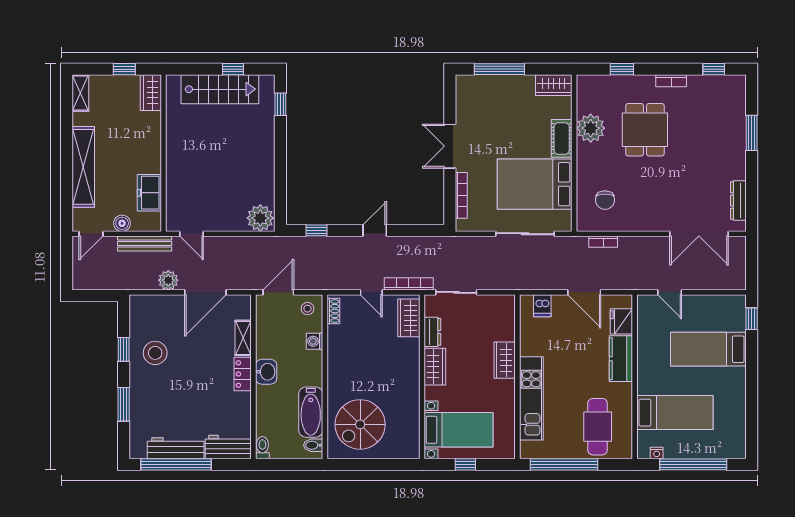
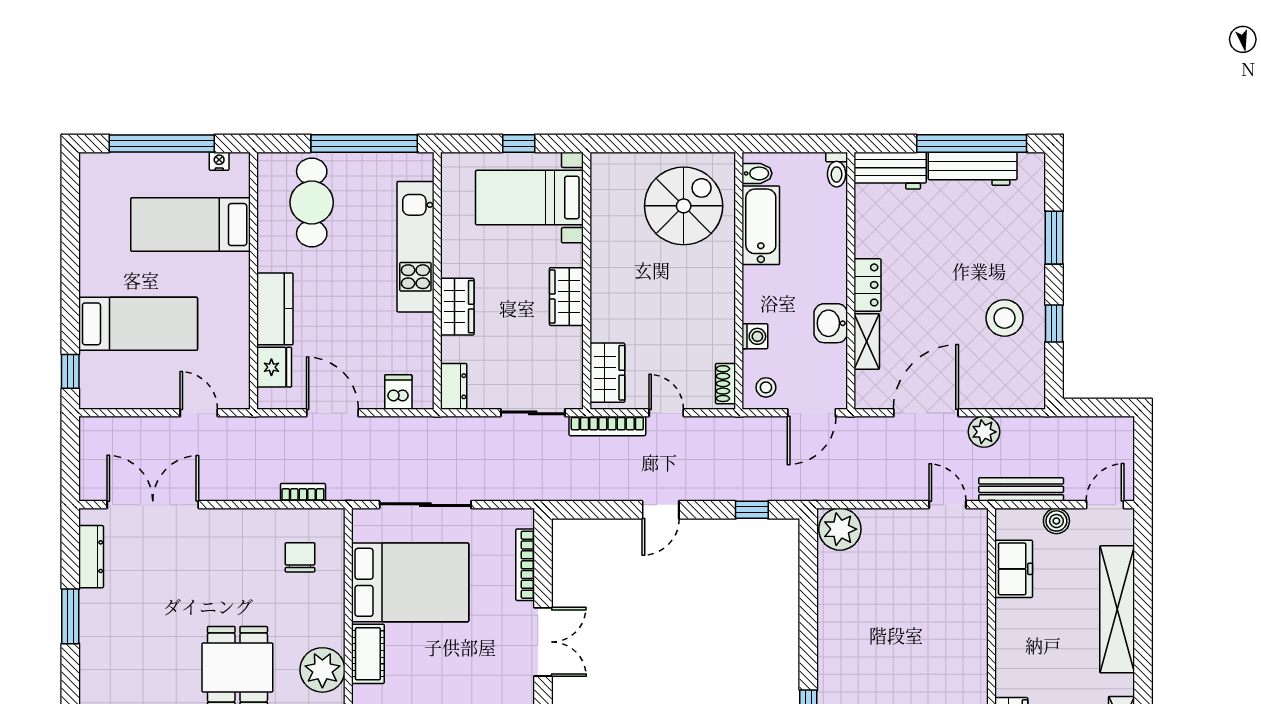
window: (752, 133) -> (70, 616), moved
dresser: (432, 332) -> (454, 386), moved, turned 180
washbasin: (266, 372) -> (831, 323), moved

